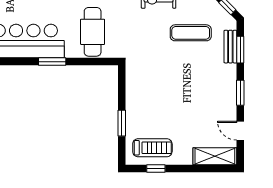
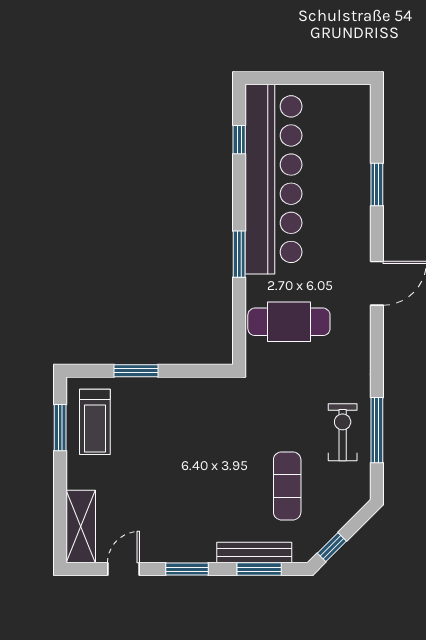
bench: (230, 47) -> (254, 553), width x1.36
window: (156, 169) -> (60, 428), width x1.50

